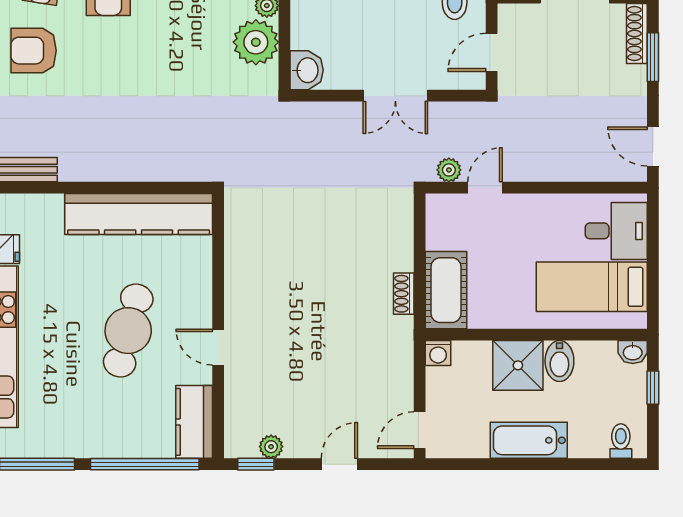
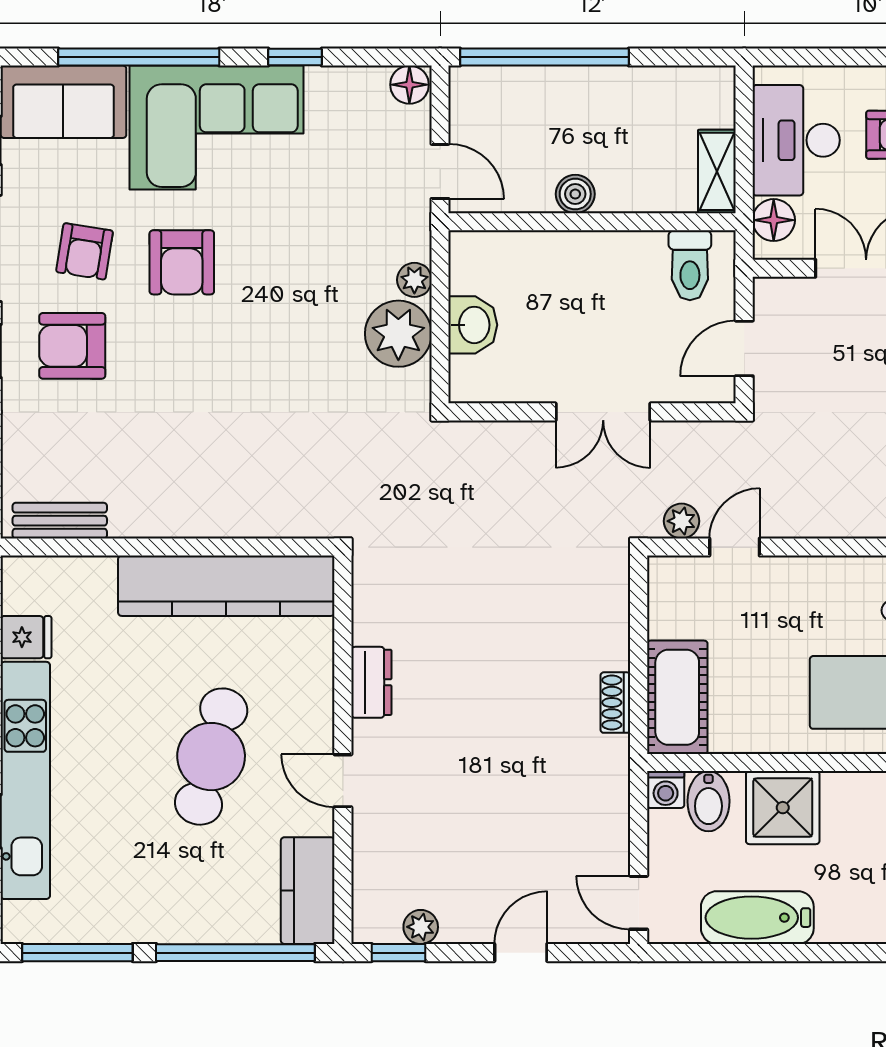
washbasin: (307, 70) -> (473, 325), moved
dresser: (237, 280) -> (371, 682), added
bidet: (559, 361) -> (708, 801), moved
door: (420, 430) -> (639, 903), hinge flipped
bathtub: (529, 440) -> (757, 918), moved

